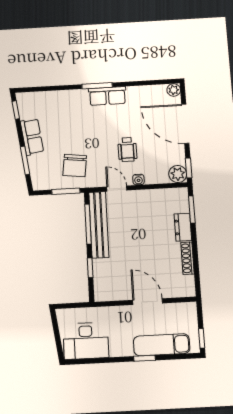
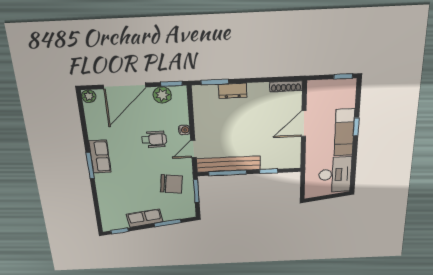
plant: (178, 174) -> (162, 95), moved
shoe rack: (187, 258) -> (286, 86), moved
exam couch: (162, 345) -> (344, 133), moved

